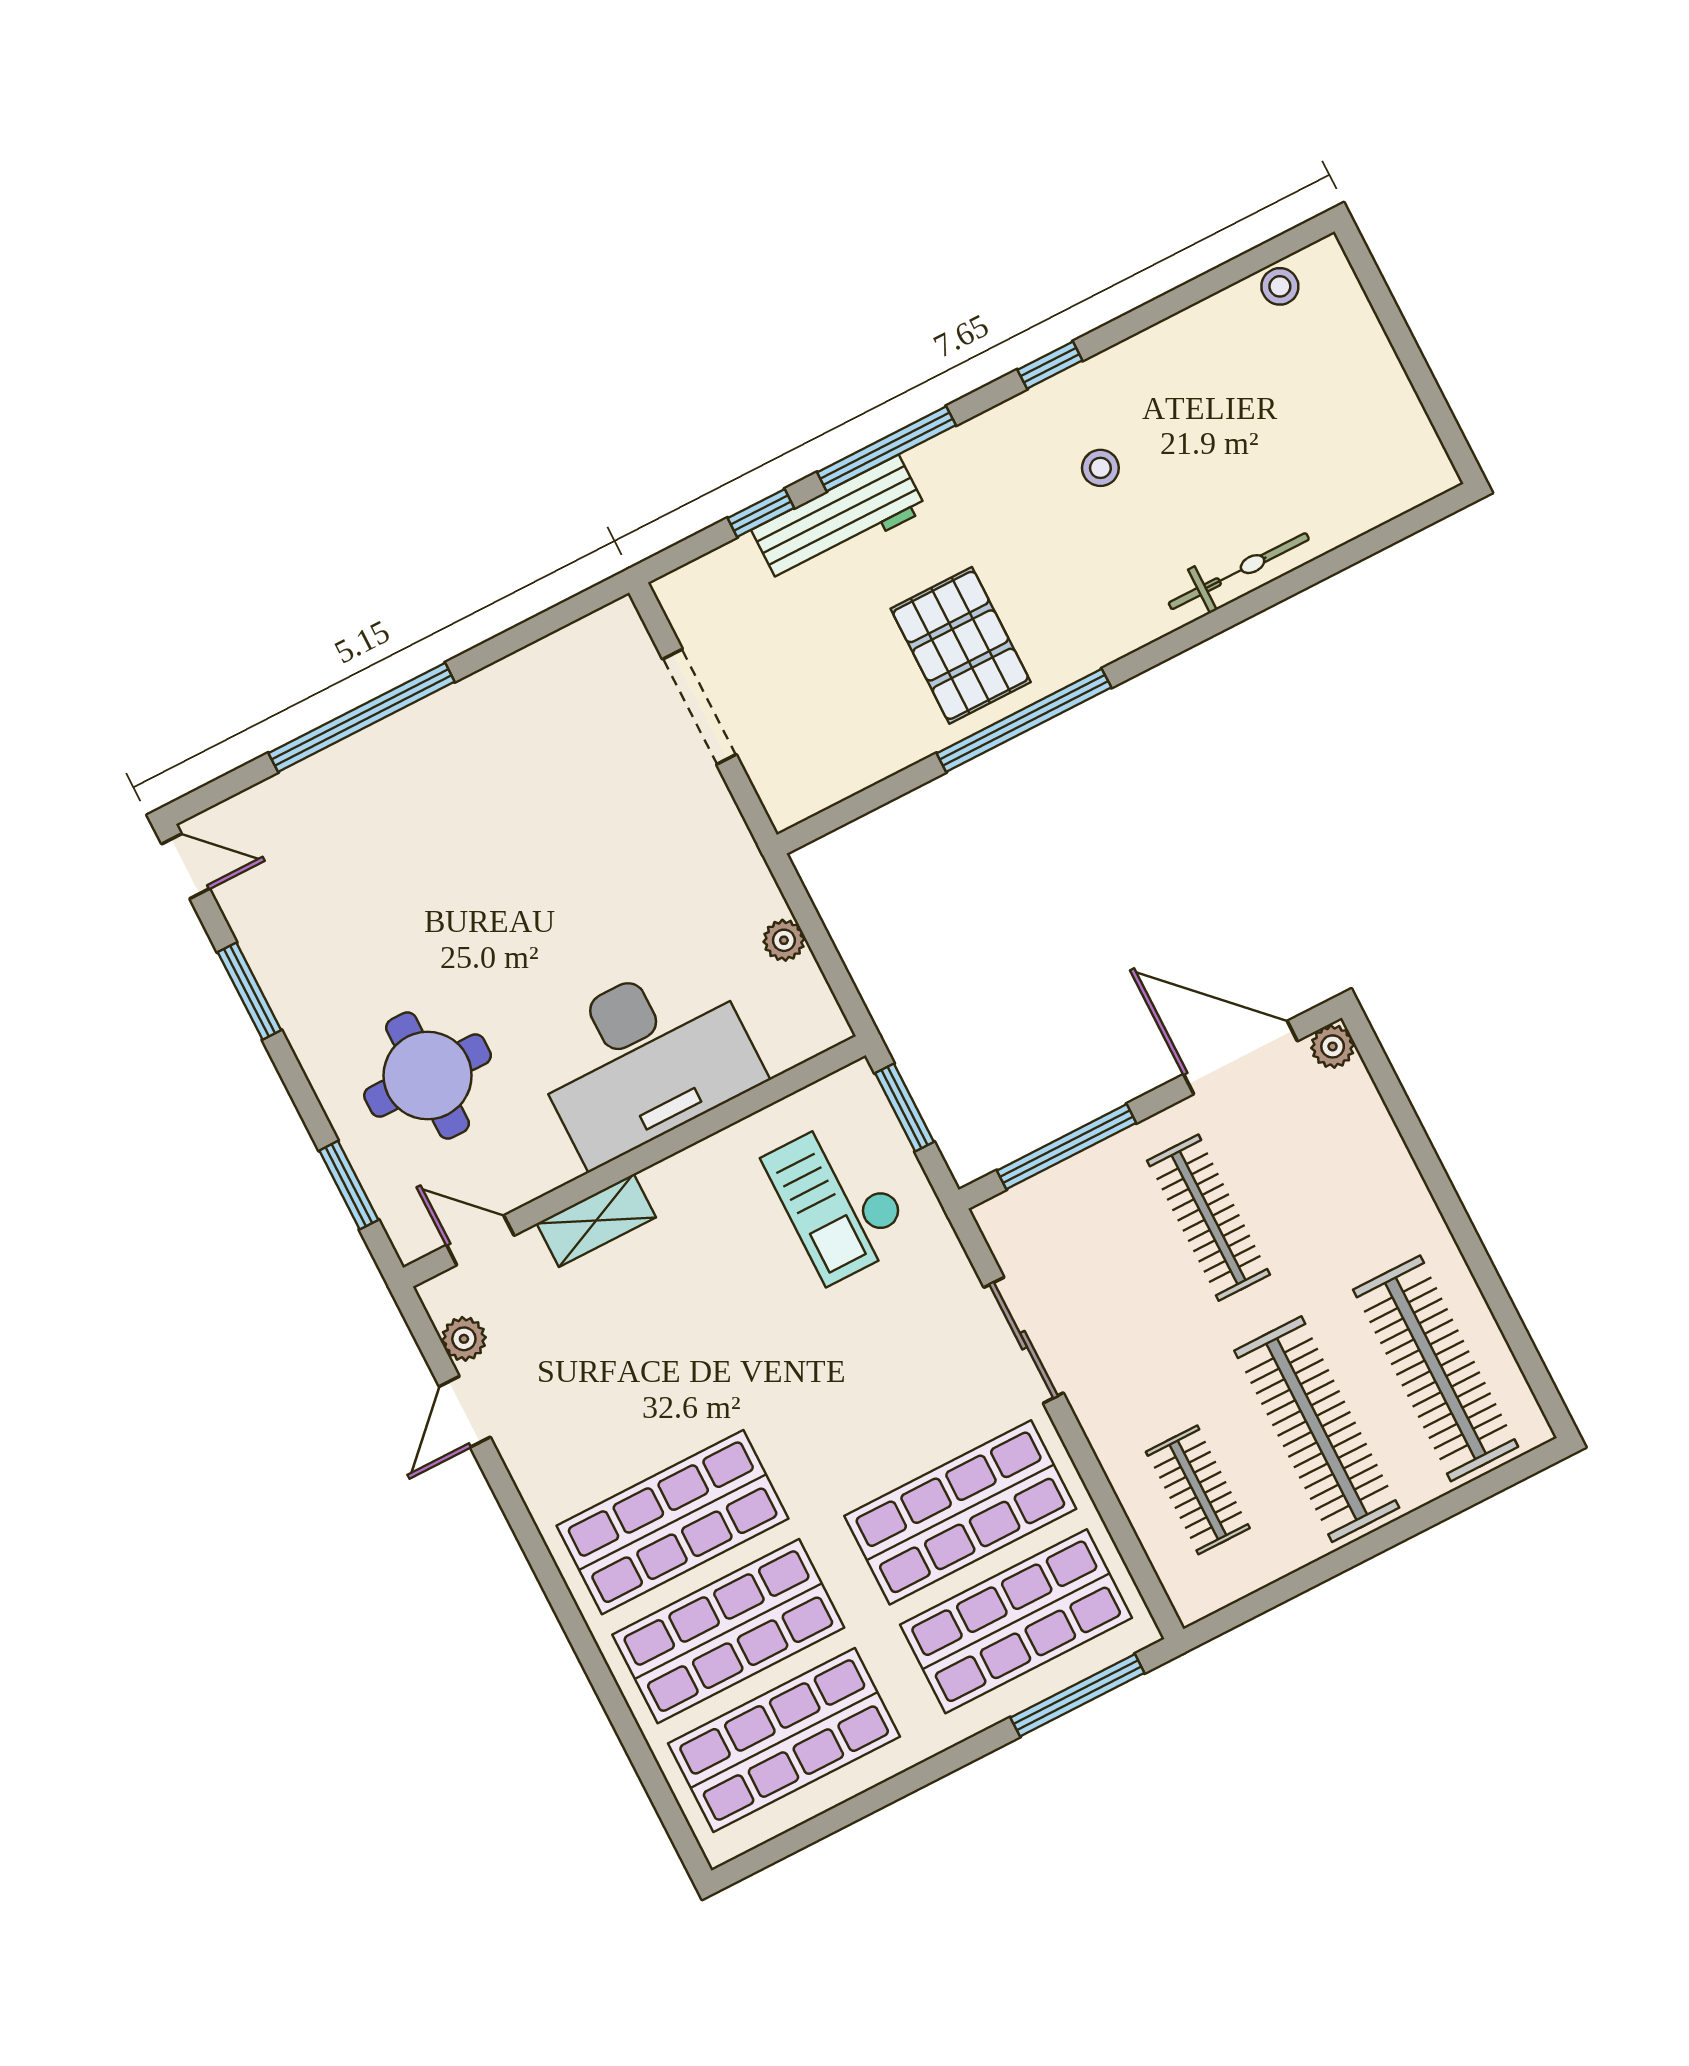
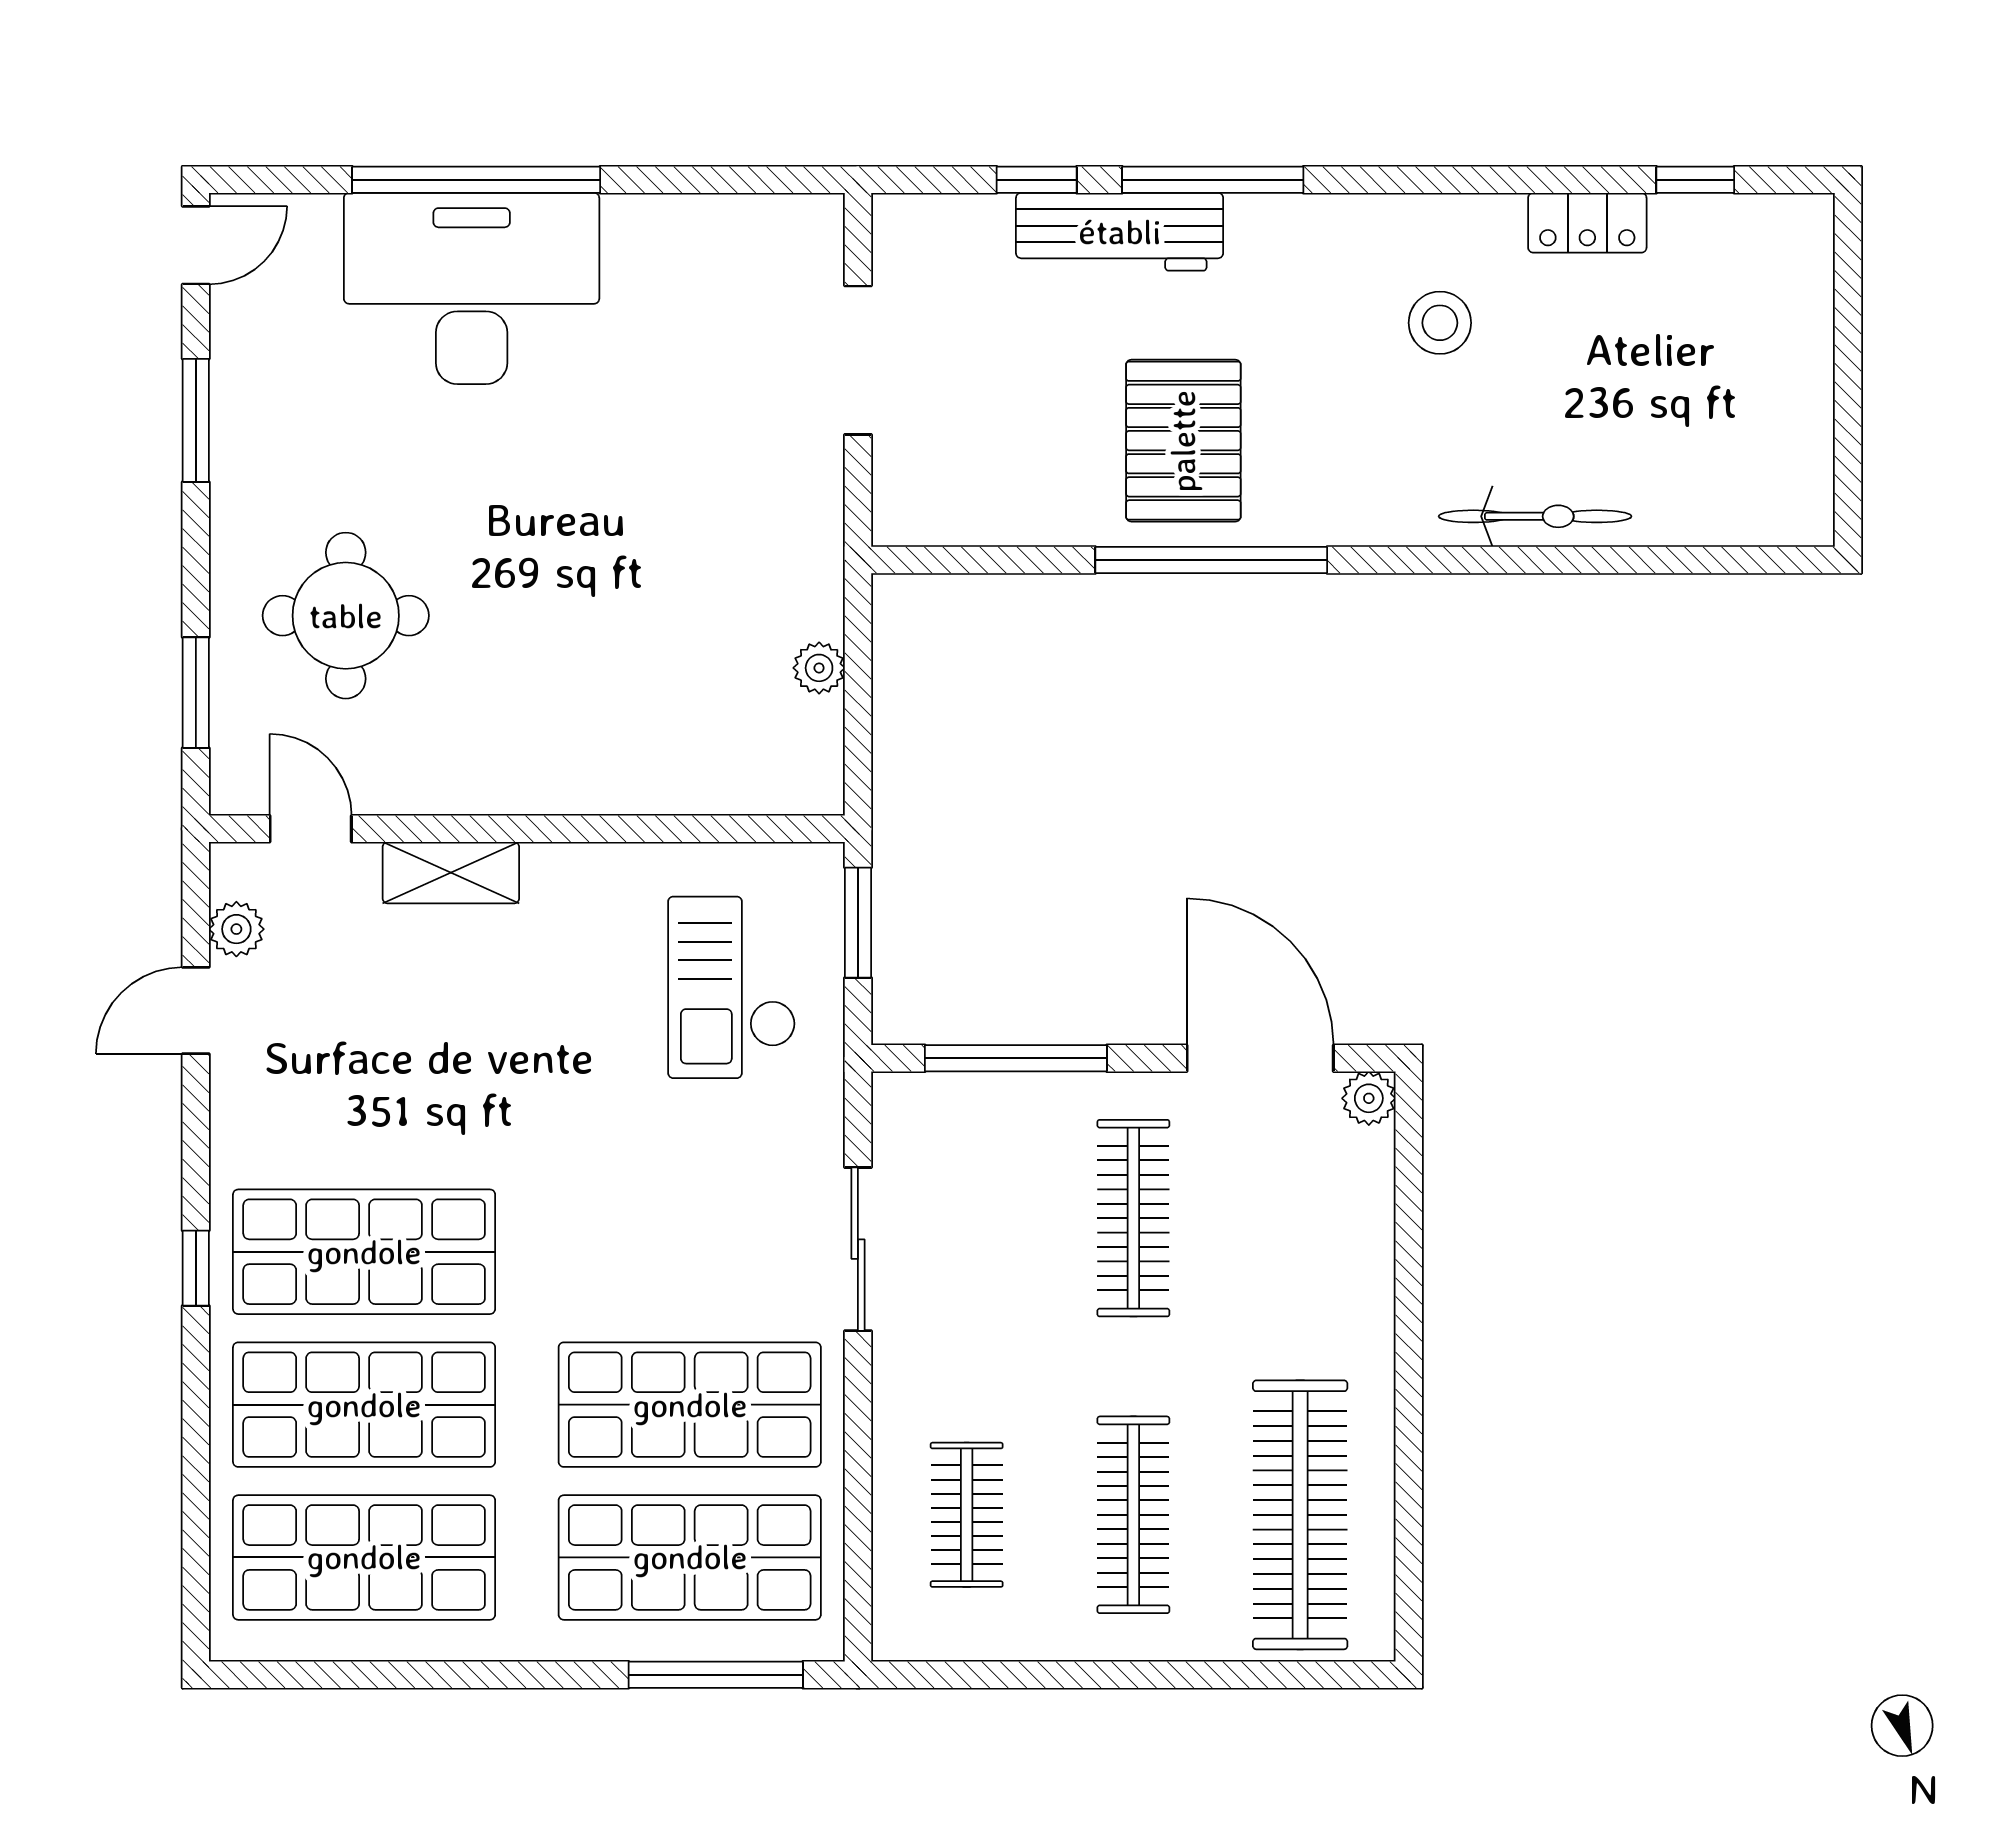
stool: (1280, 286) -> (1743, 223), removed
locker: (1169, 343) -> (1587, 223), added
window: (1050, 365) -> (1695, 180), moved
stool: (1100, 468) -> (1440, 323), width x1.37, depth x1.37
door: (186, 866) -> (196, 245), hinge flipped
desk: (645, 1058) -> (472, 288), moved, turned 180
clothes rail: (1317, 1429) -> (1133, 1515), width x0.73, depth x0.76
window: (559, 1595) -> (196, 1268), added

